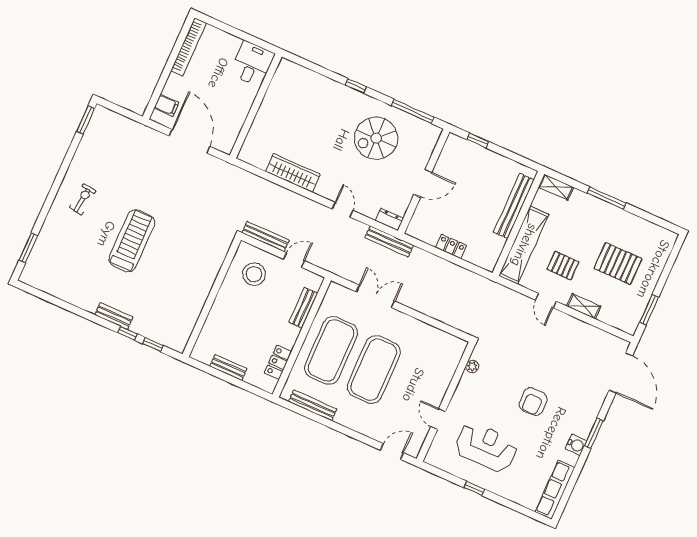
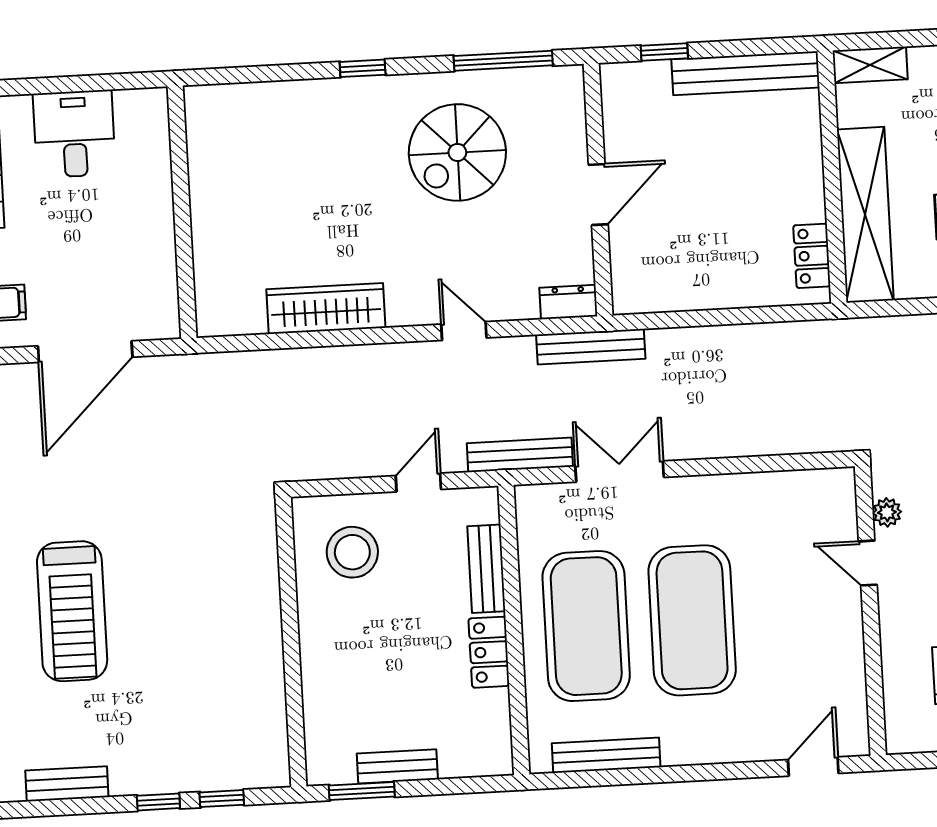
desk: (252, 64) -> (74, 134), moved
door: (189, 141) -> (85, 352), swing flipped
bench: (514, 206) -> (746, 73), moved, turned 90
bench: (265, 237) -> (520, 455), moved
treadmill: (132, 241) -> (72, 611), turned 180
locker: (451, 246) -> (812, 256), moved, turned -90
bench: (114, 316) -> (67, 784), moved
locker: (278, 362) -> (489, 652), moved
window: (209, 370) -> (362, 791), added
door: (438, 419) -> (868, 563), moved

